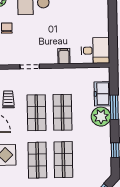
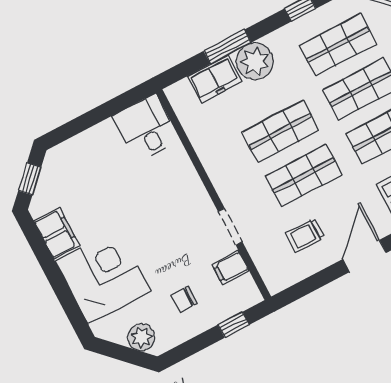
filing cabinet: (64, 56) -> (231, 268), moved
shop shelf: (89, 159) -> (338, 45), added

